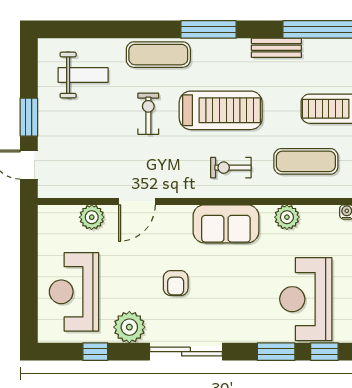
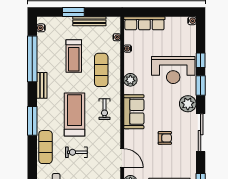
plant: (129, 327) -> (188, 104), moved

